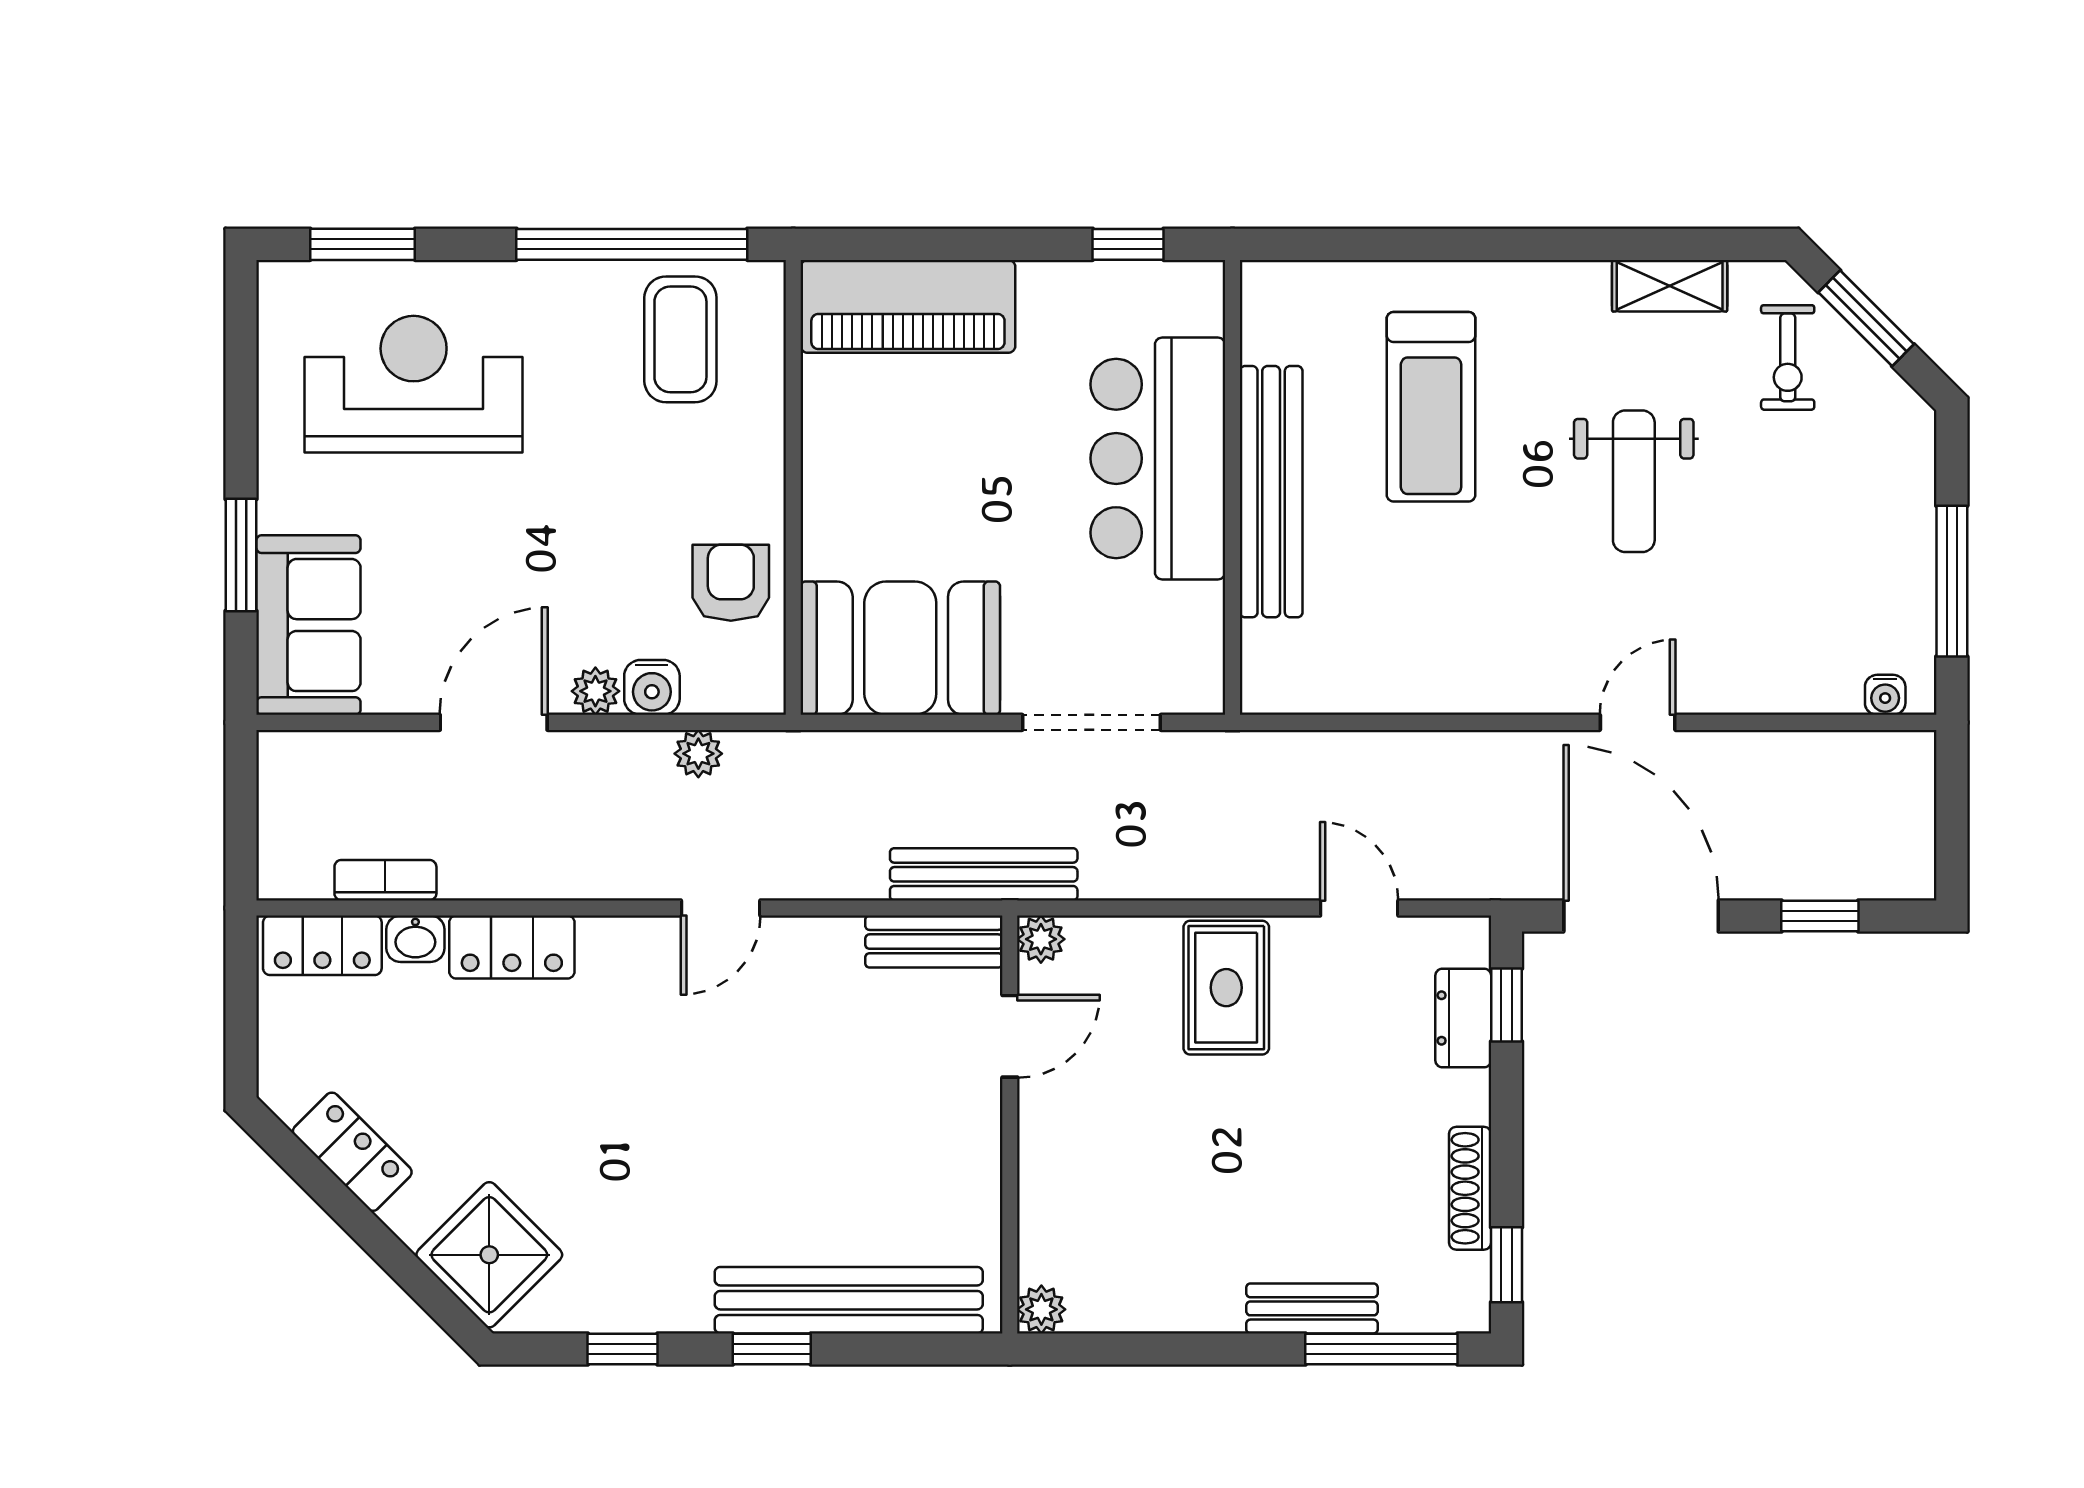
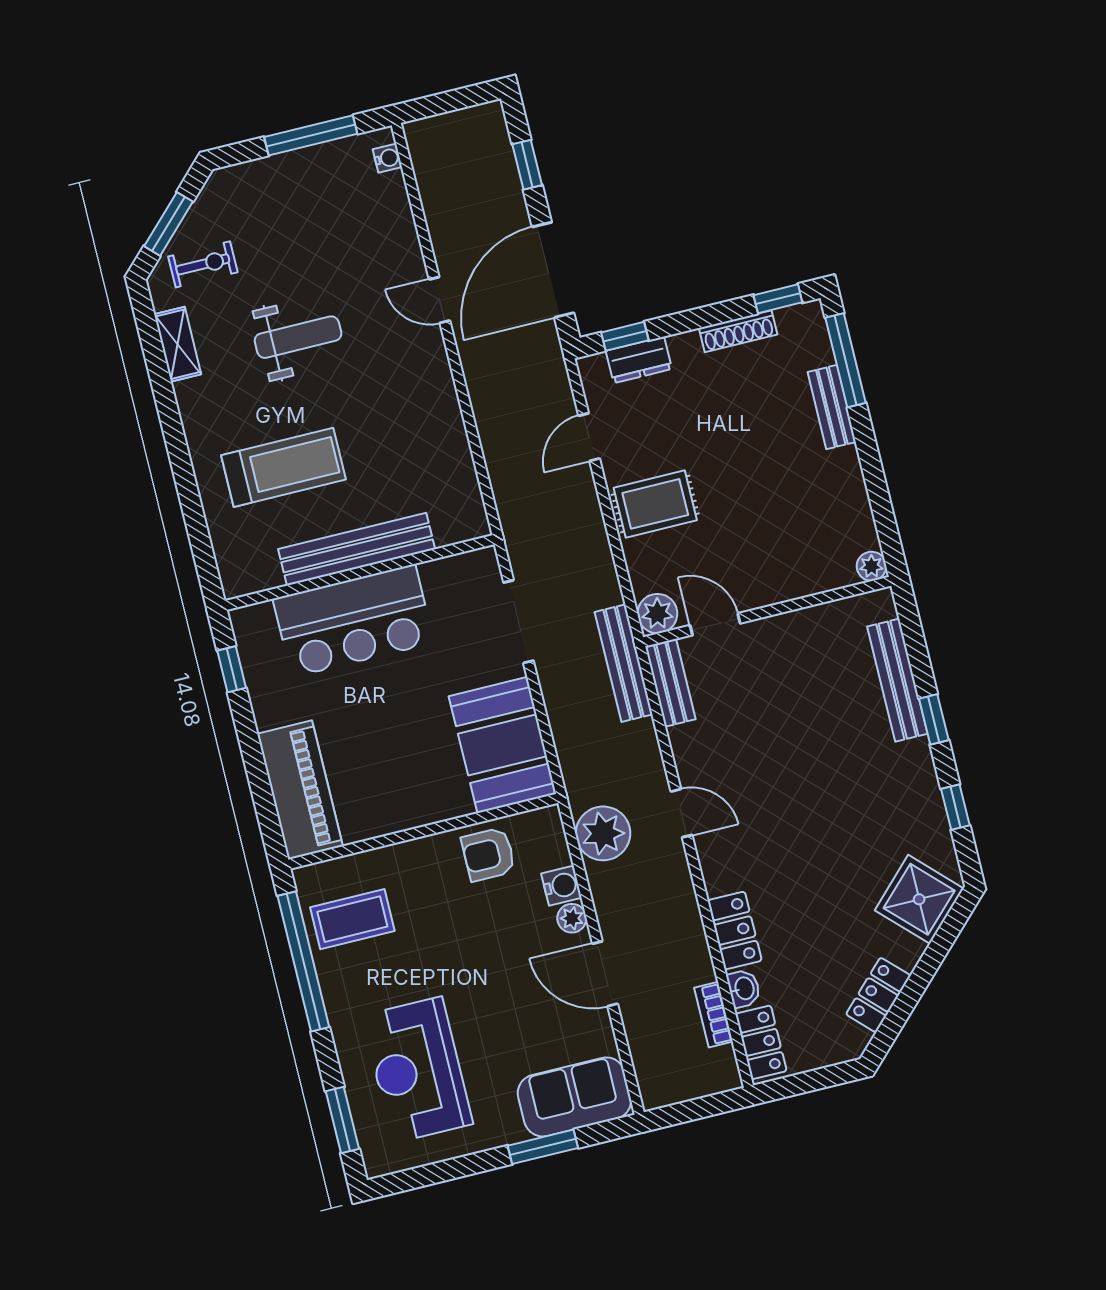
plant: (698, 754) -> (603, 833), width x1.88, depth x1.88
plant: (1041, 939) -> (657, 614), width x1.38, depth x1.38
bench: (849, 1300) -> (897, 680), width x0.73, depth x0.82

